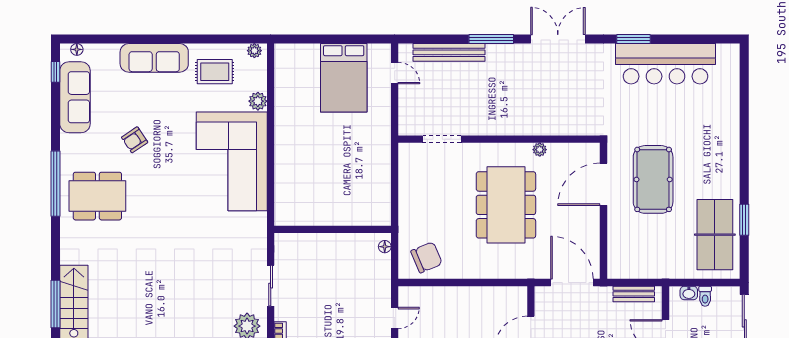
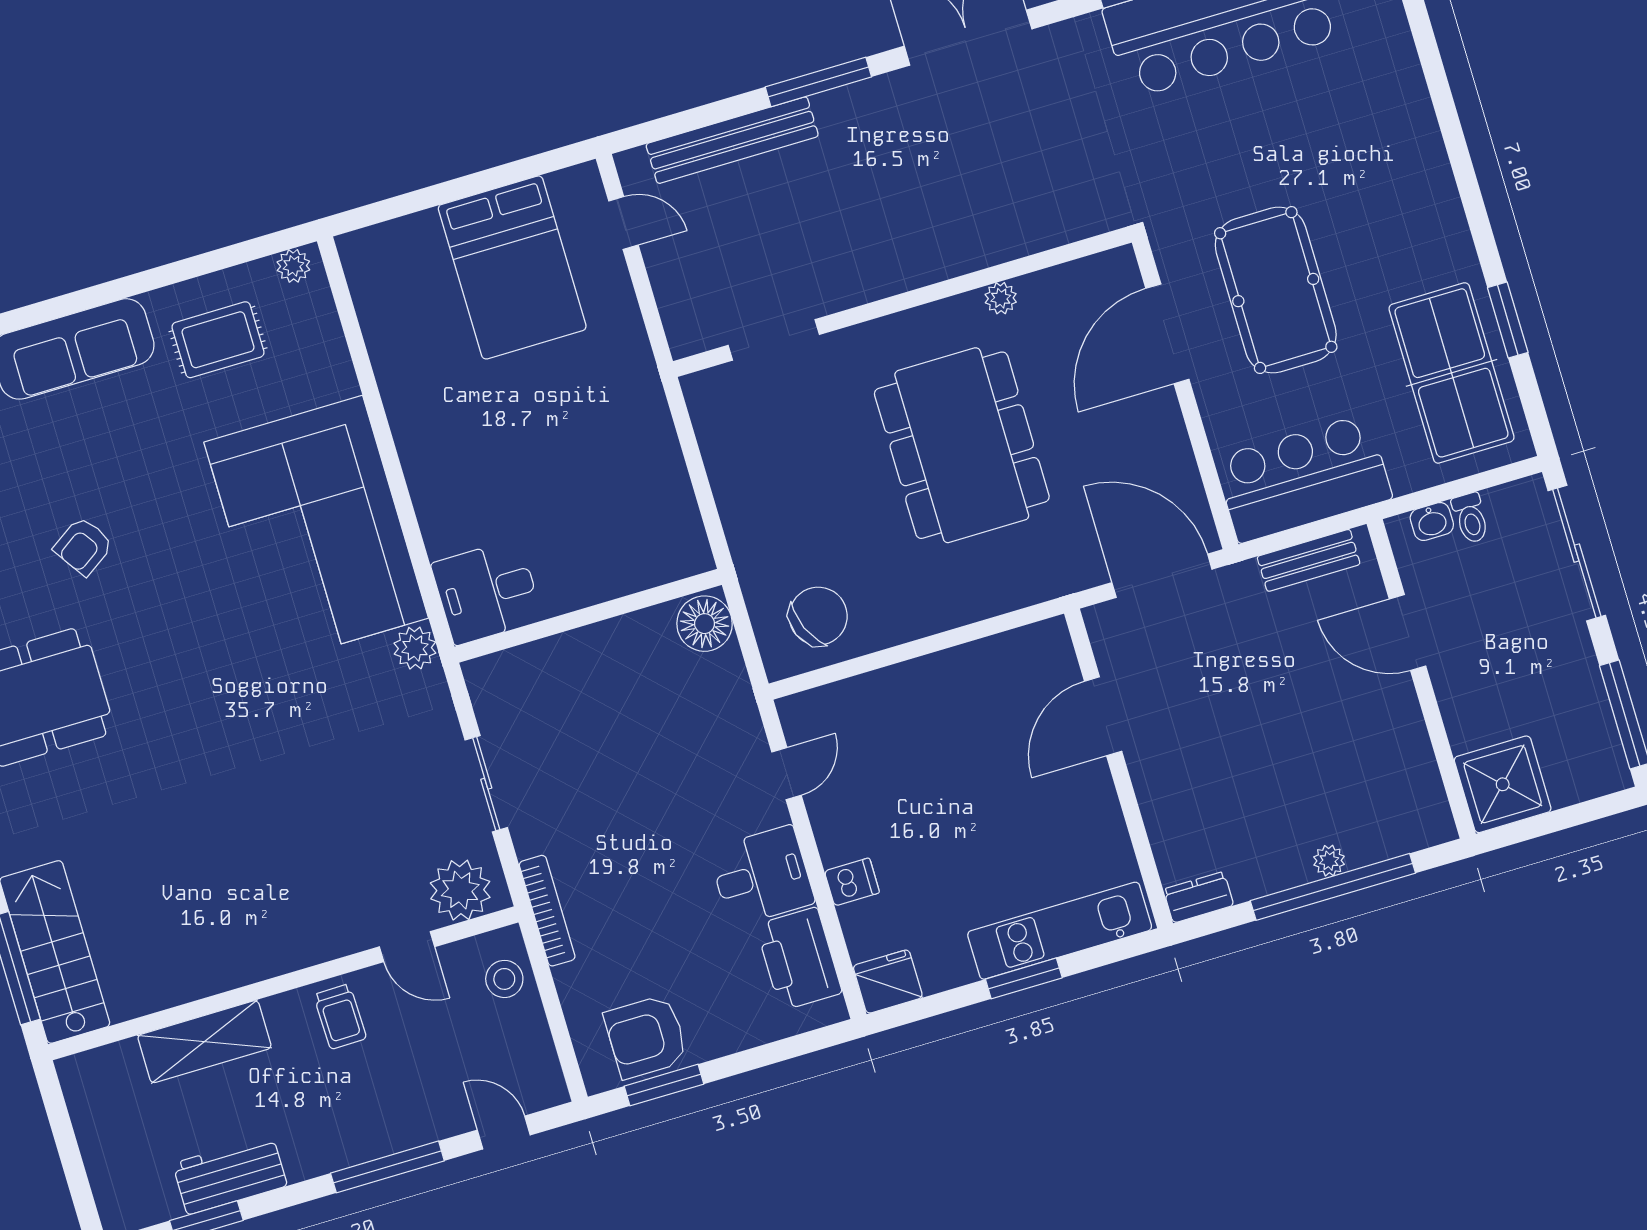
plant: (258, 101) -> (415, 648), moved
desk: (294, 207) -> (487, 592), added
floor lamp: (385, 247) -> (705, 624), width x1.89, depth x1.89
bar counter: (642, 260) -> (1303, 478), added

